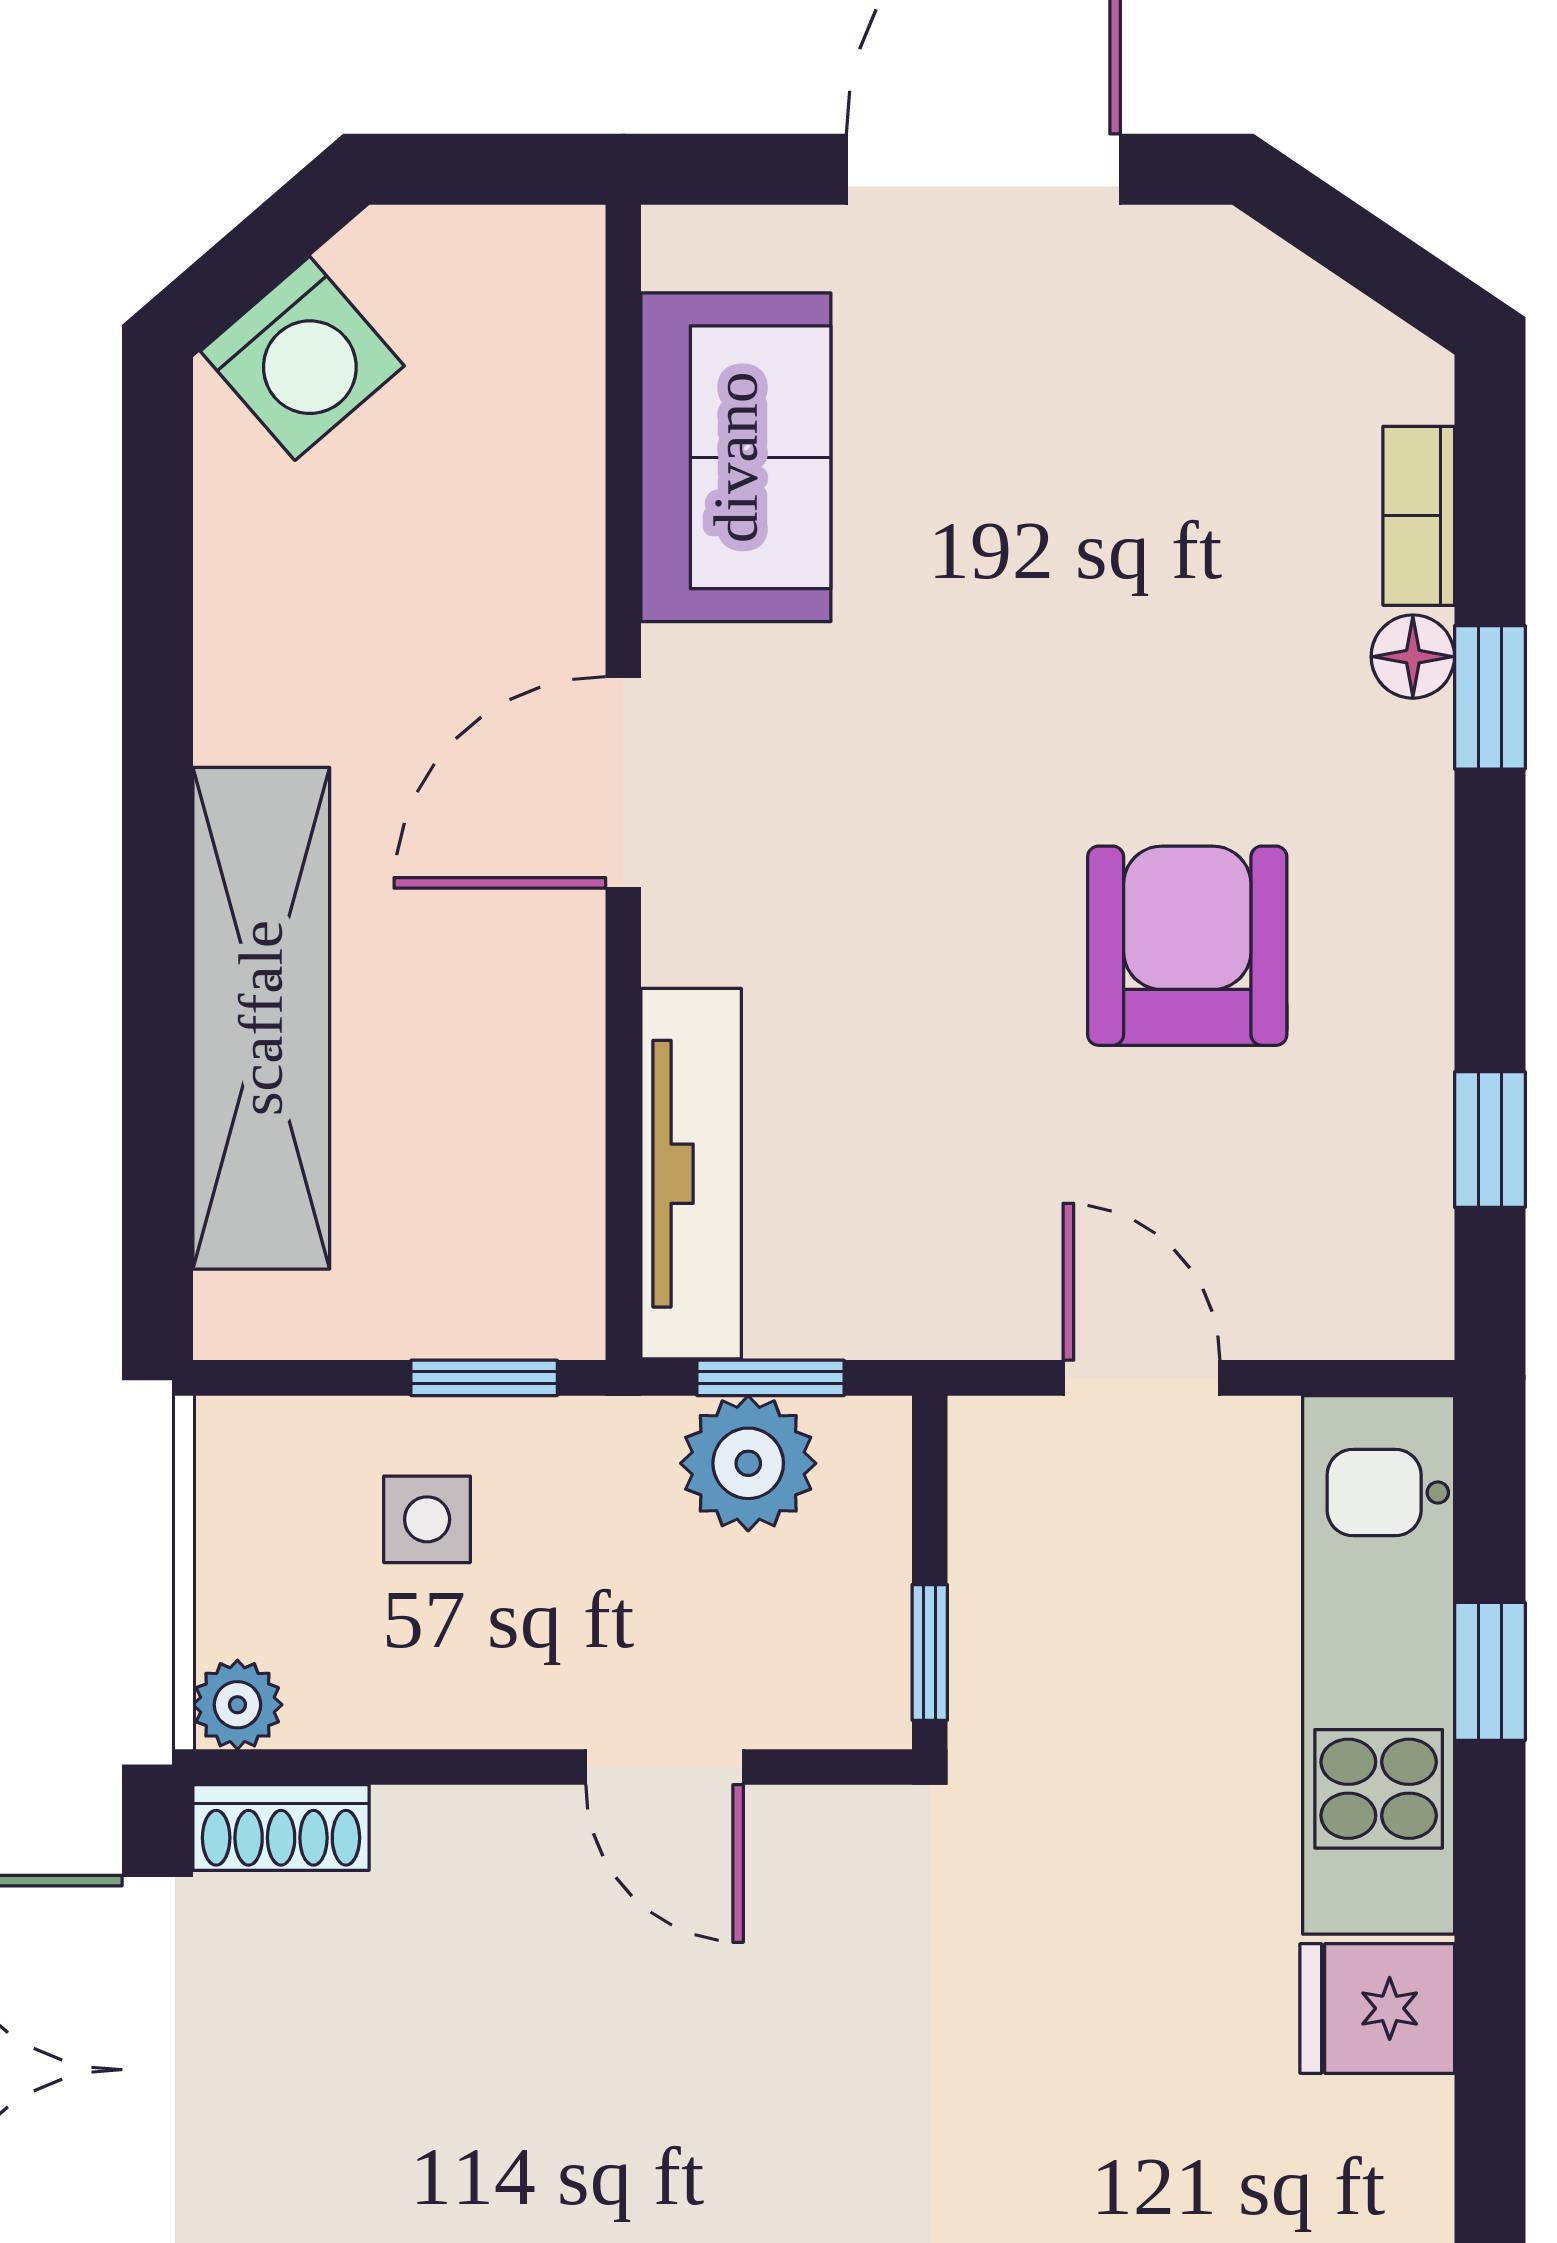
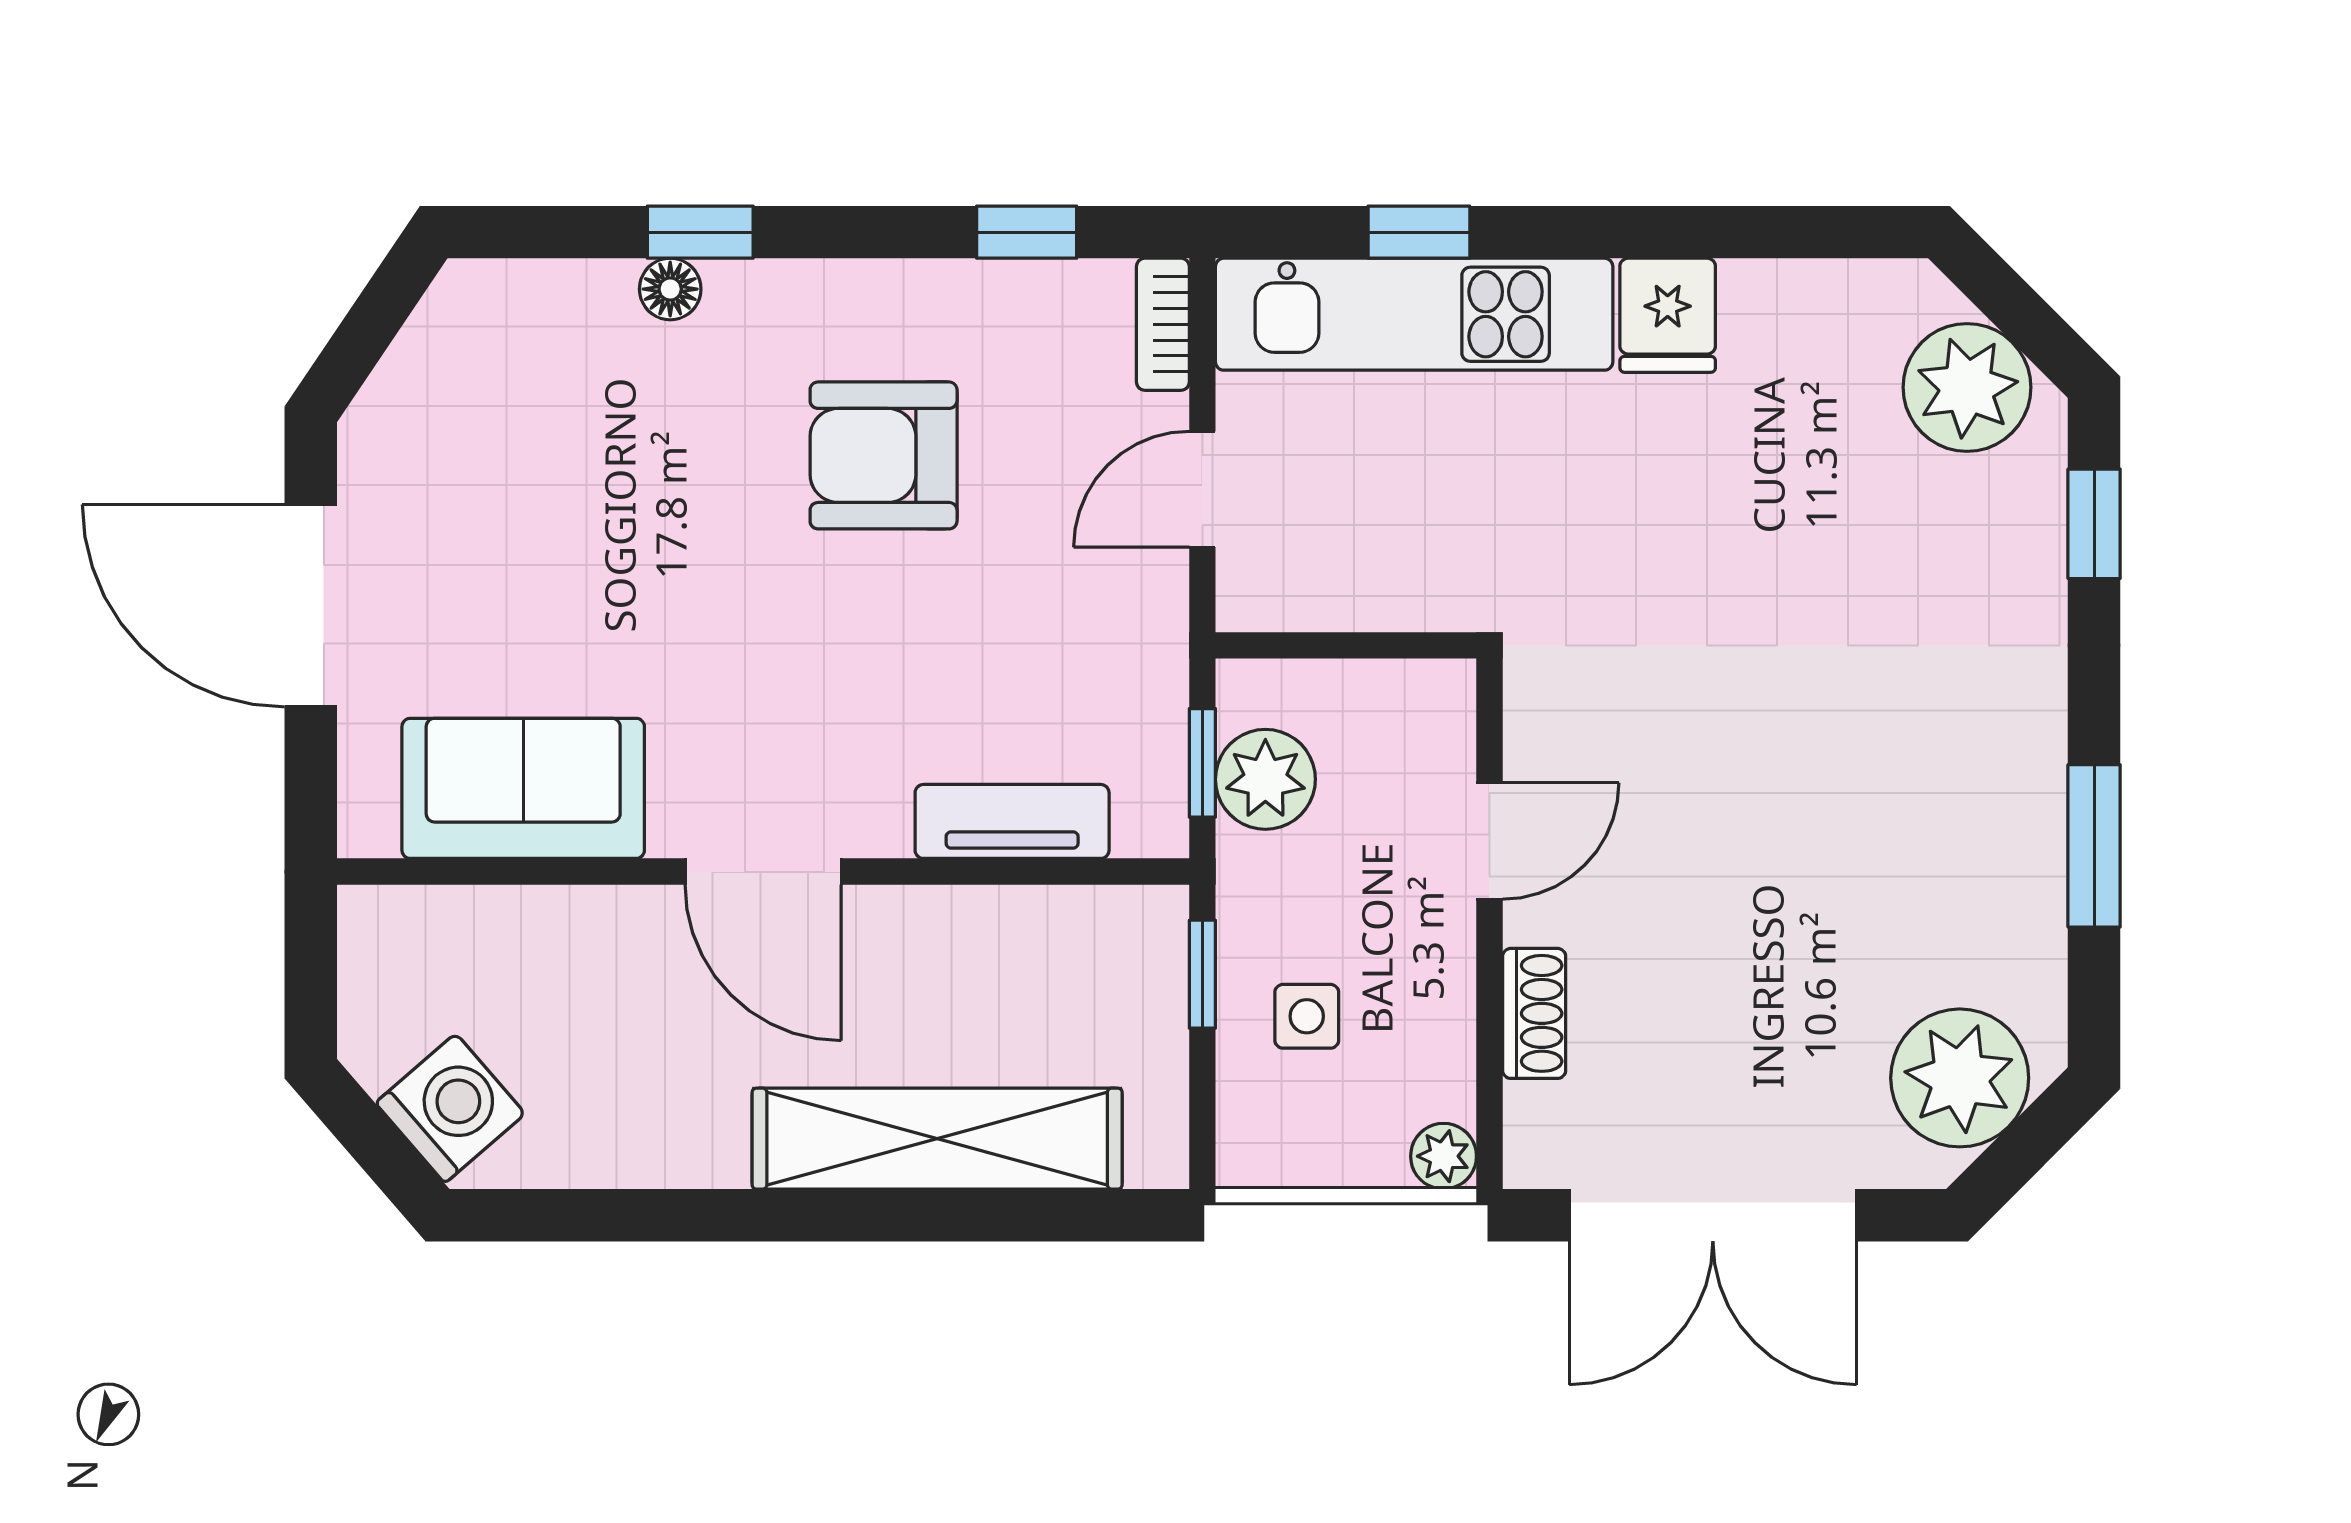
bookcase: (1419, 516) -> (1163, 324), moved, turned 90
tv unit: (691, 1174) -> (1012, 821), width x0.71
window: (930, 1652) -> (1405, 645), removed
shoe rack: (281, 1827) -> (1534, 1013), moved

